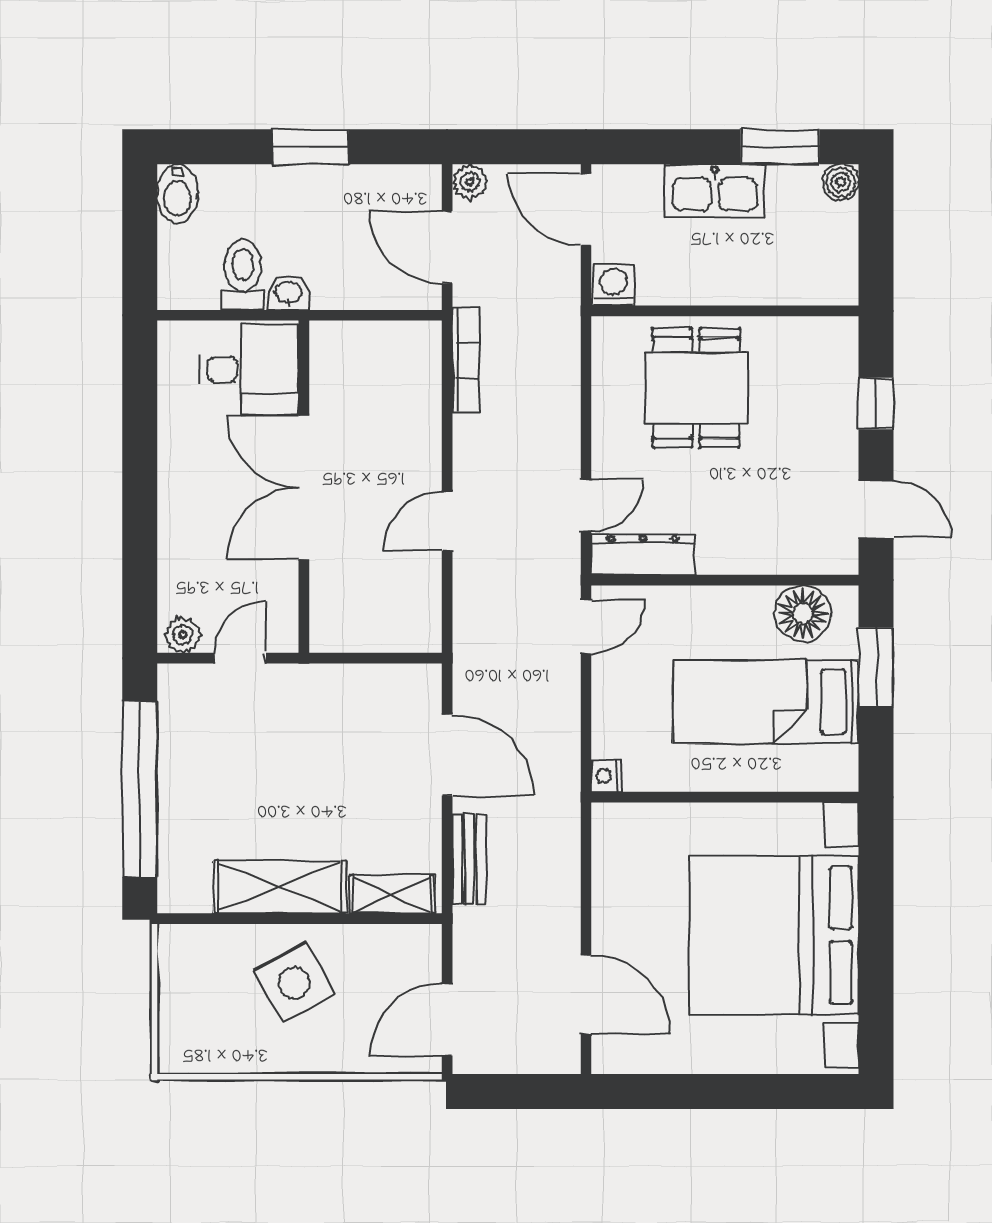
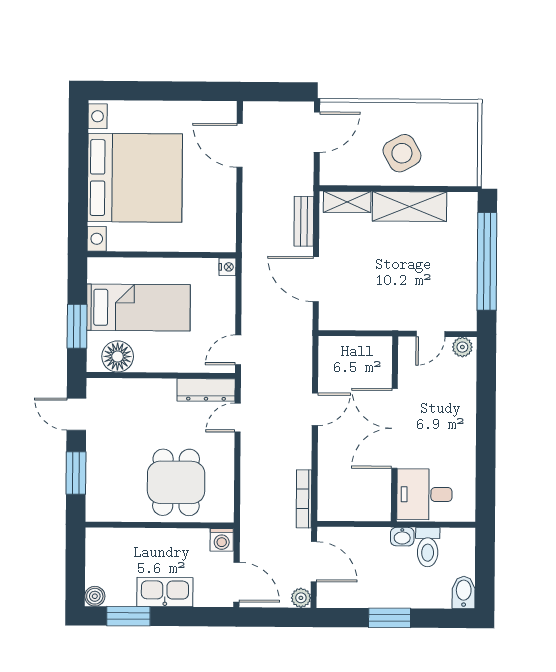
window: (876, 403) -> (76, 473), width x1.50
double door: (304, 488) -> (395, 428), swing flipped

